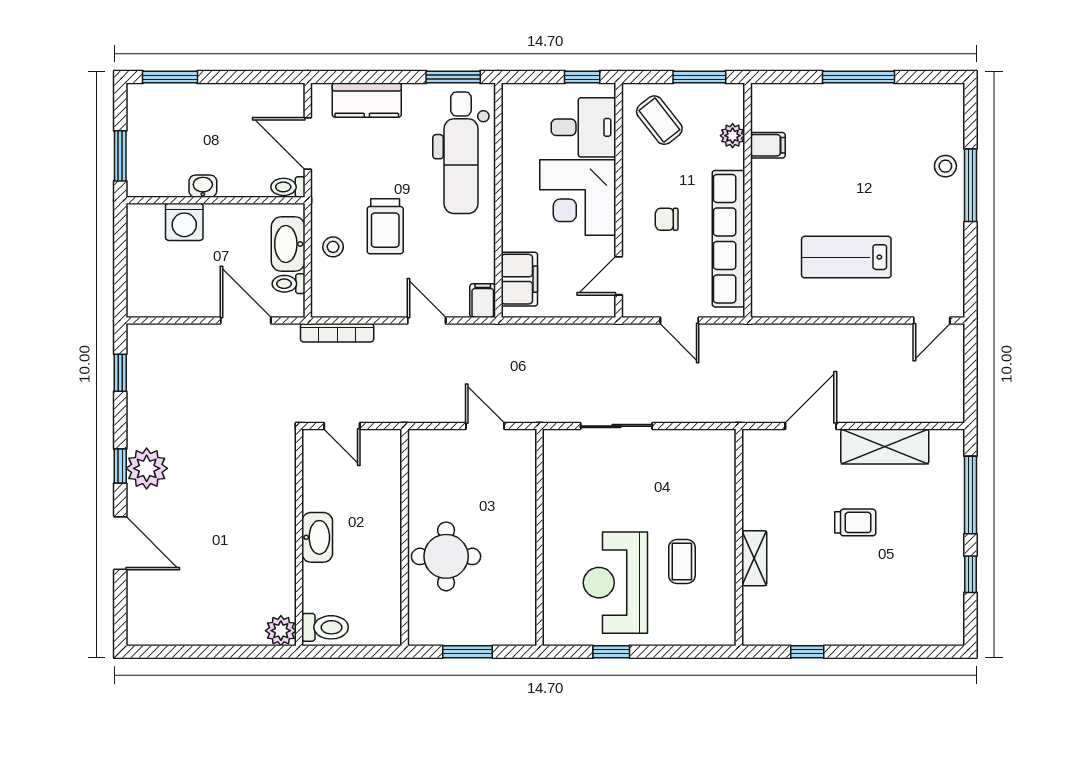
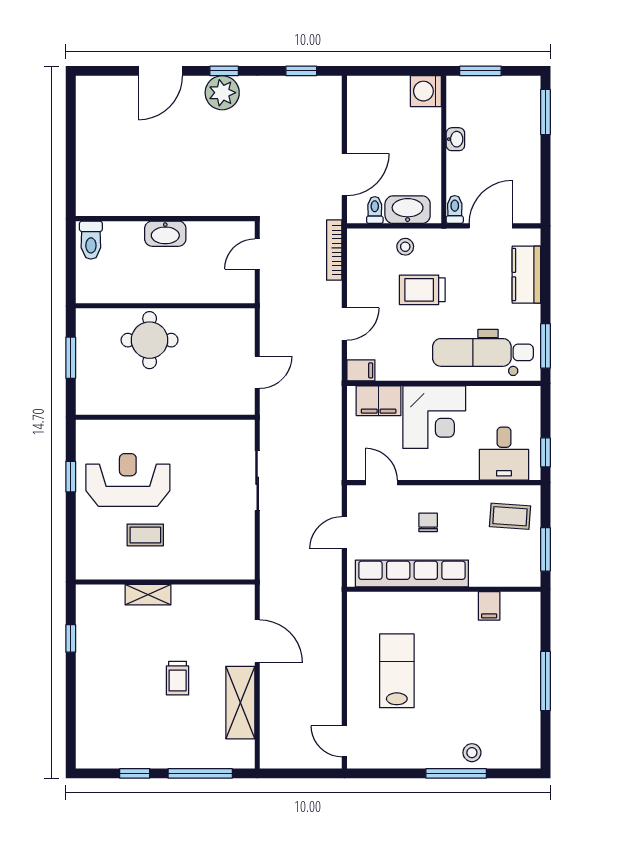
coffee table: (659, 120) -> (510, 516), turned 42
plant: (733, 136) -> (497, 577), removed
corner desk: (578, 197) -> (434, 417), moved, turned 180
washing machine: (184, 222) -> (426, 91), moved
plant: (281, 631) -> (88, 204), removed

